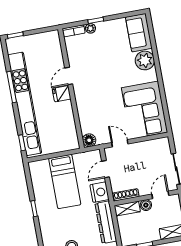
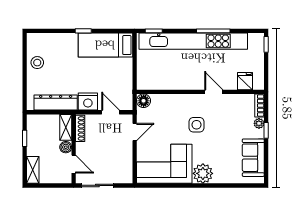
sofa: (139, 33) -> (253, 158), moved, turned -90
plant: (145, 60) -> (203, 173), moved
side table: (102, 87) -> (196, 125), added
fridge: (62, 94) -> (245, 81), moved
bed: (65, 182) -> (105, 45), moved

